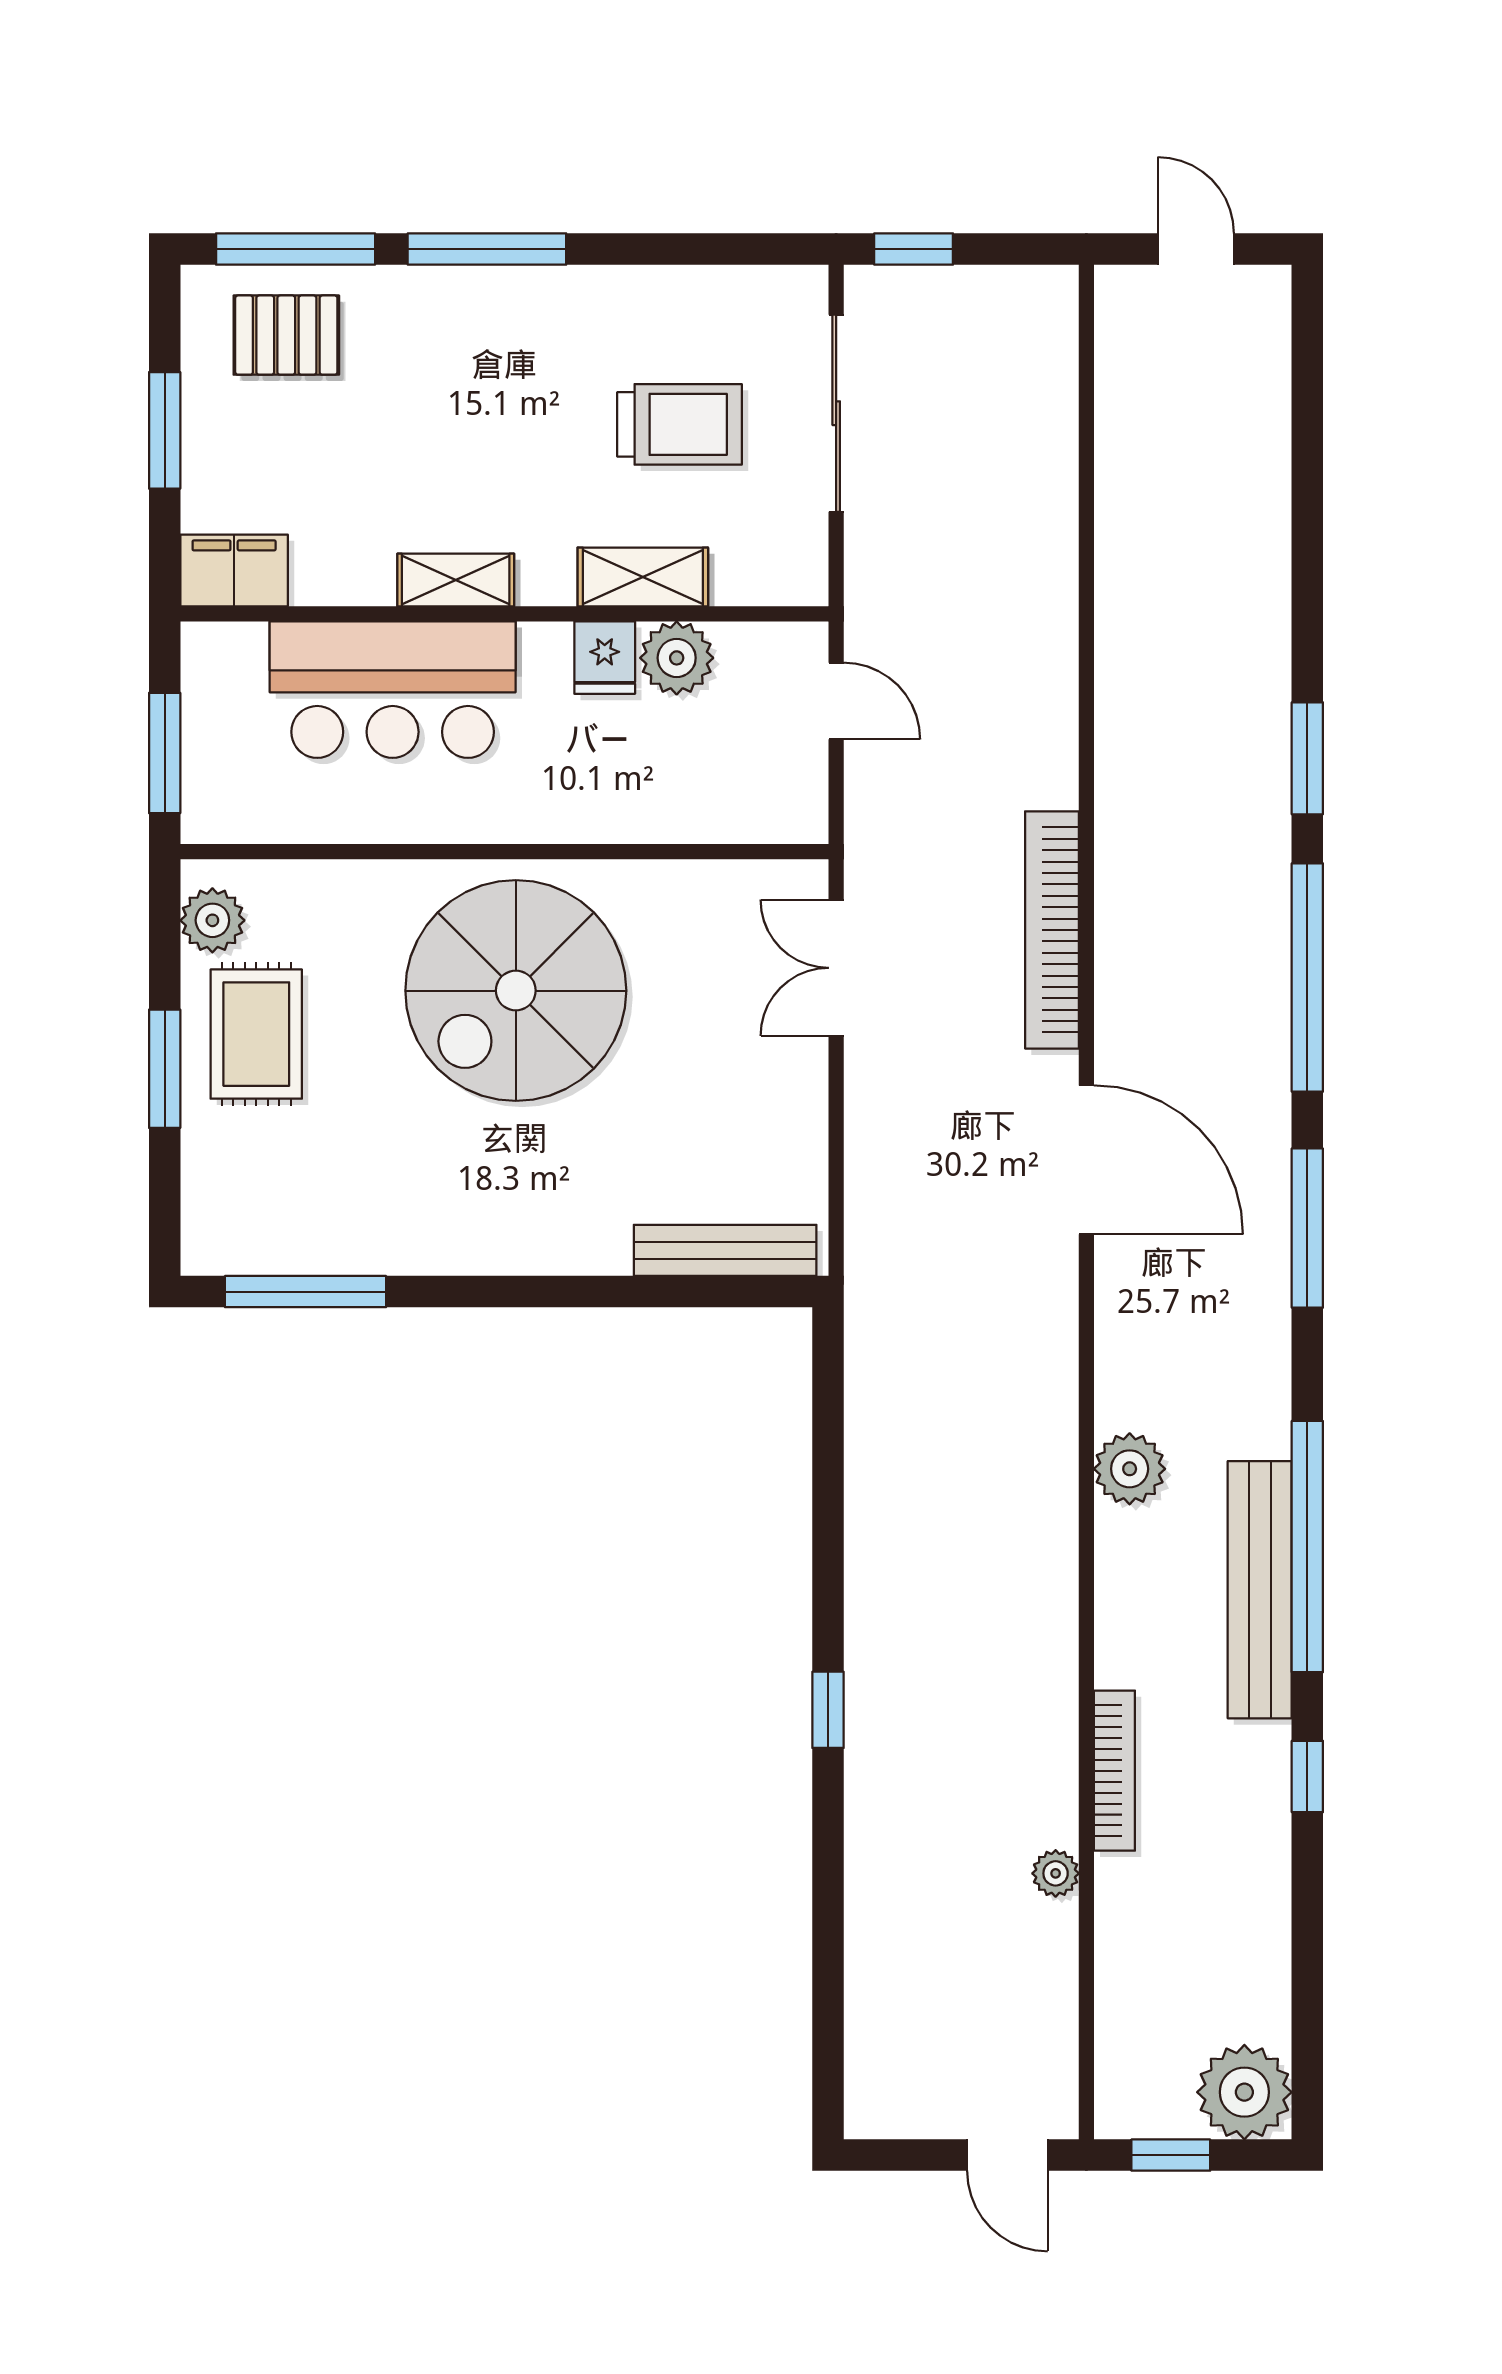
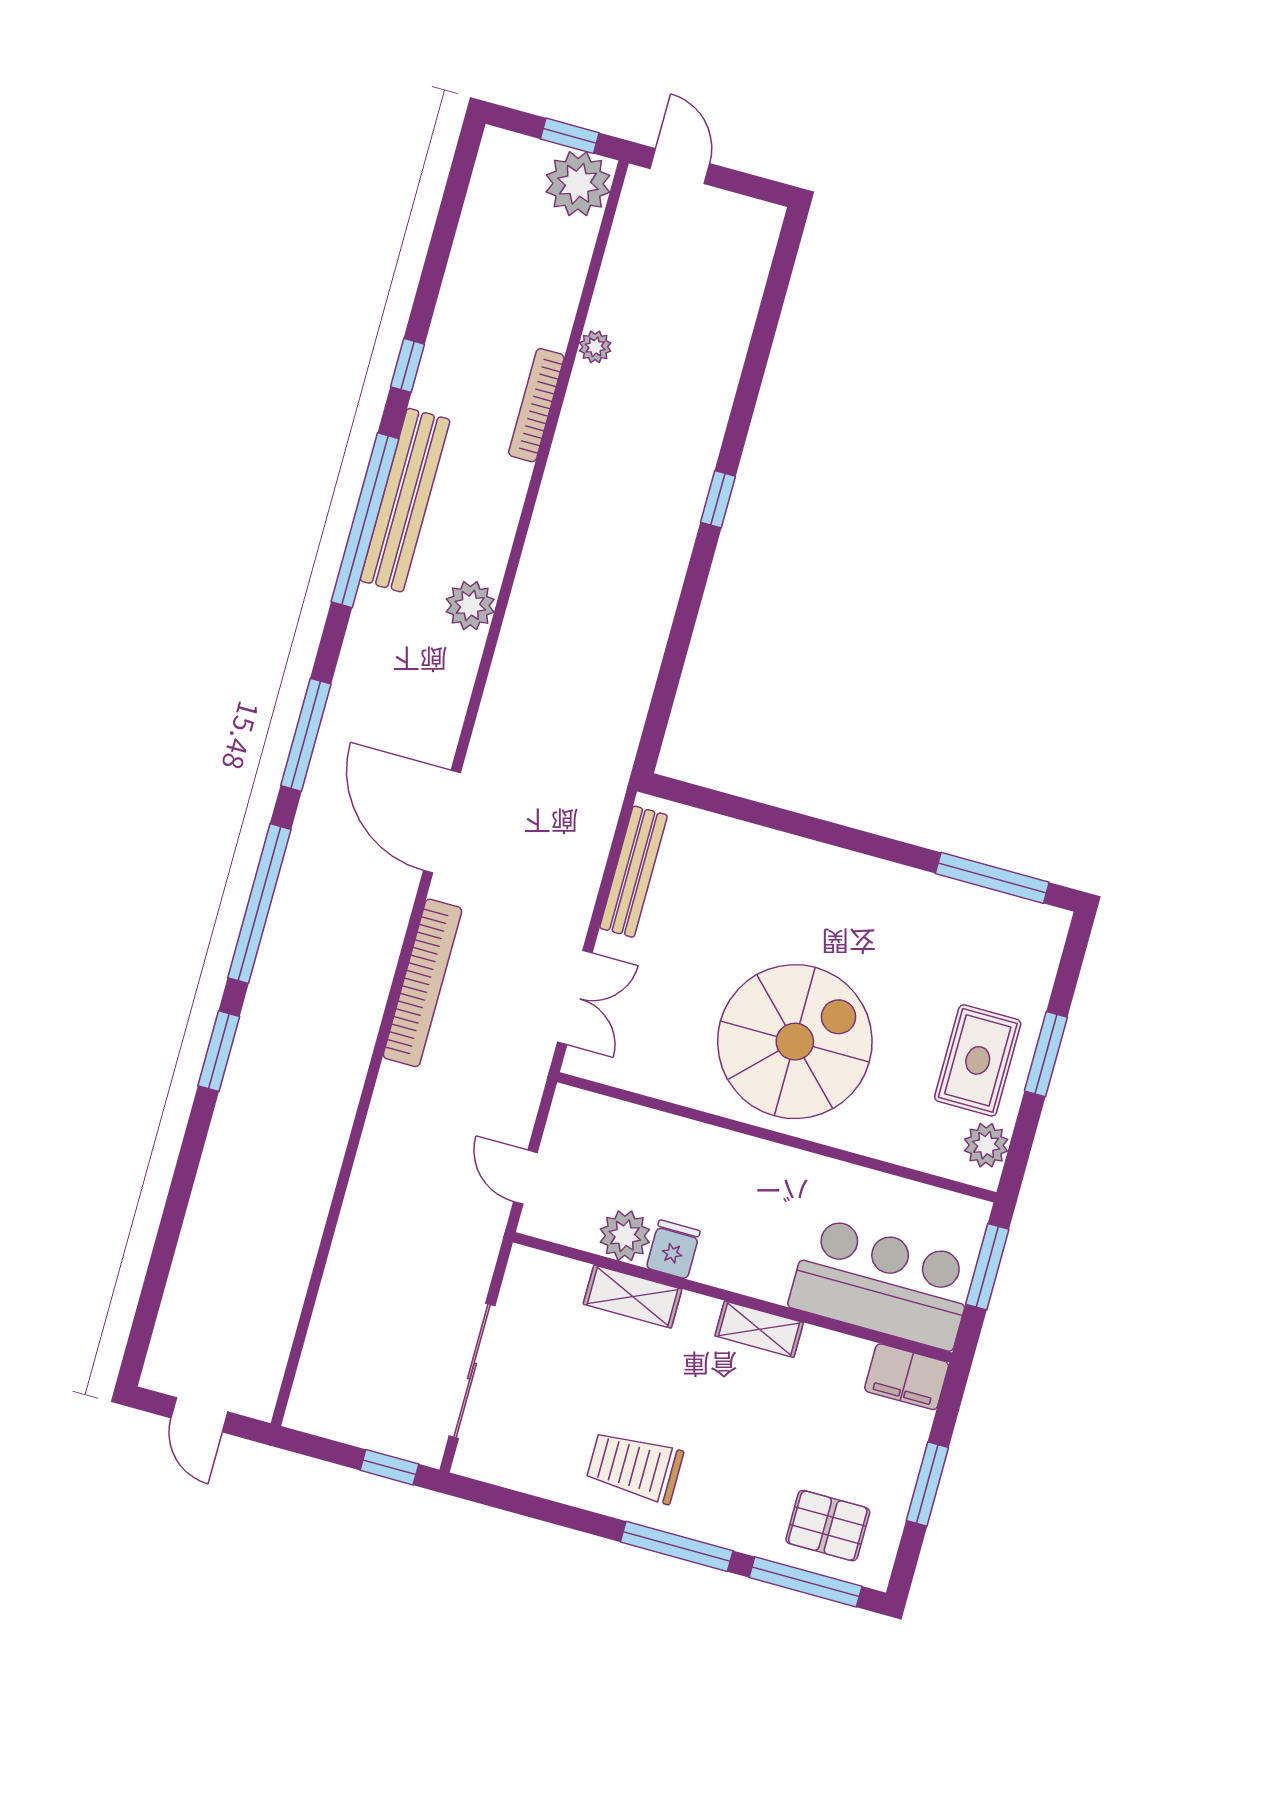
trolley: (679, 424) -> (635, 1467), moved
bar counter: (393, 690) -> (882, 1284), moved
bench: (725, 1250) -> (634, 872), moved, turned 90
plant: (1244, 2092) -> (578, 184), moved

